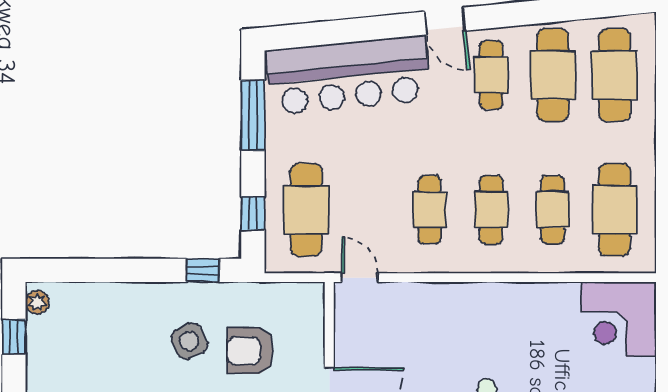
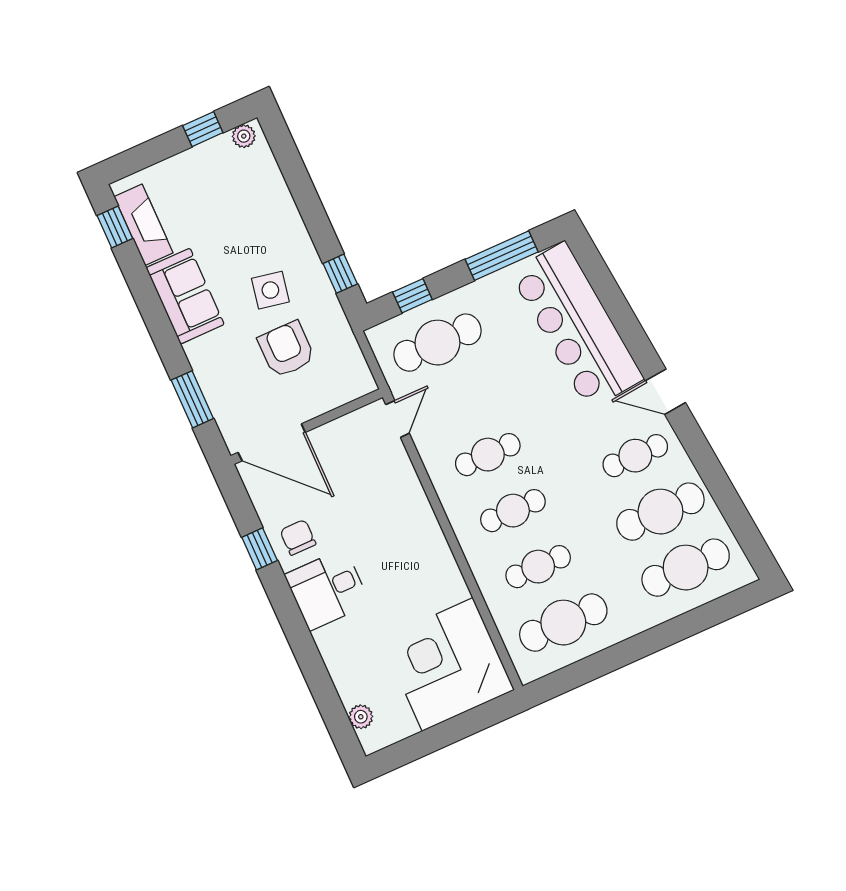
door: (445, 21) -> (665, 392), hinge flipped
corner desk: (619, 319) -> (448, 664), width x1.36, depth x1.36
side table: (189, 341) -> (270, 290), turned 37

